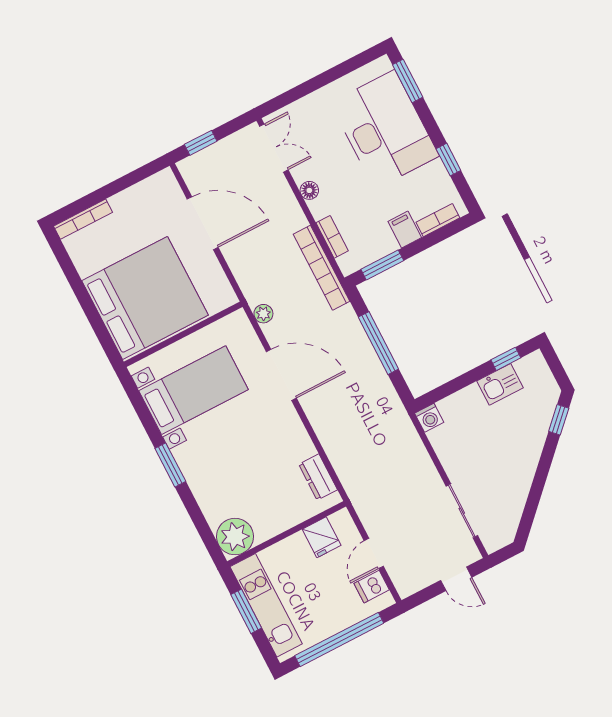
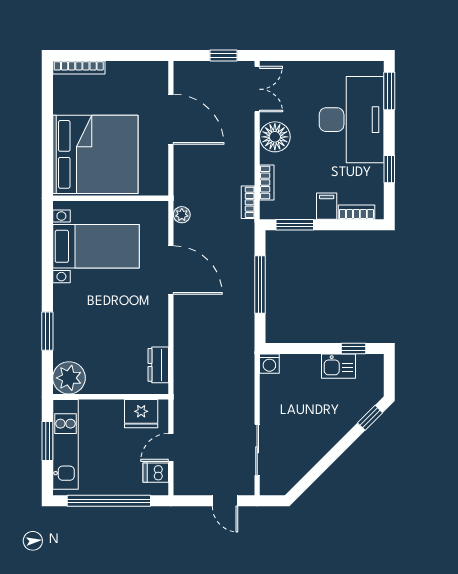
window: (201, 143) -> (224, 55), moved
floor lamp: (309, 190) -> (275, 137), width x1.89, depth x1.89
bookcase: (322, 268) -> (248, 202), width x0.43, depth x0.76
window: (170, 465) -> (47, 331), moved
fridge: (322, 537) -> (141, 414), width x1.38

